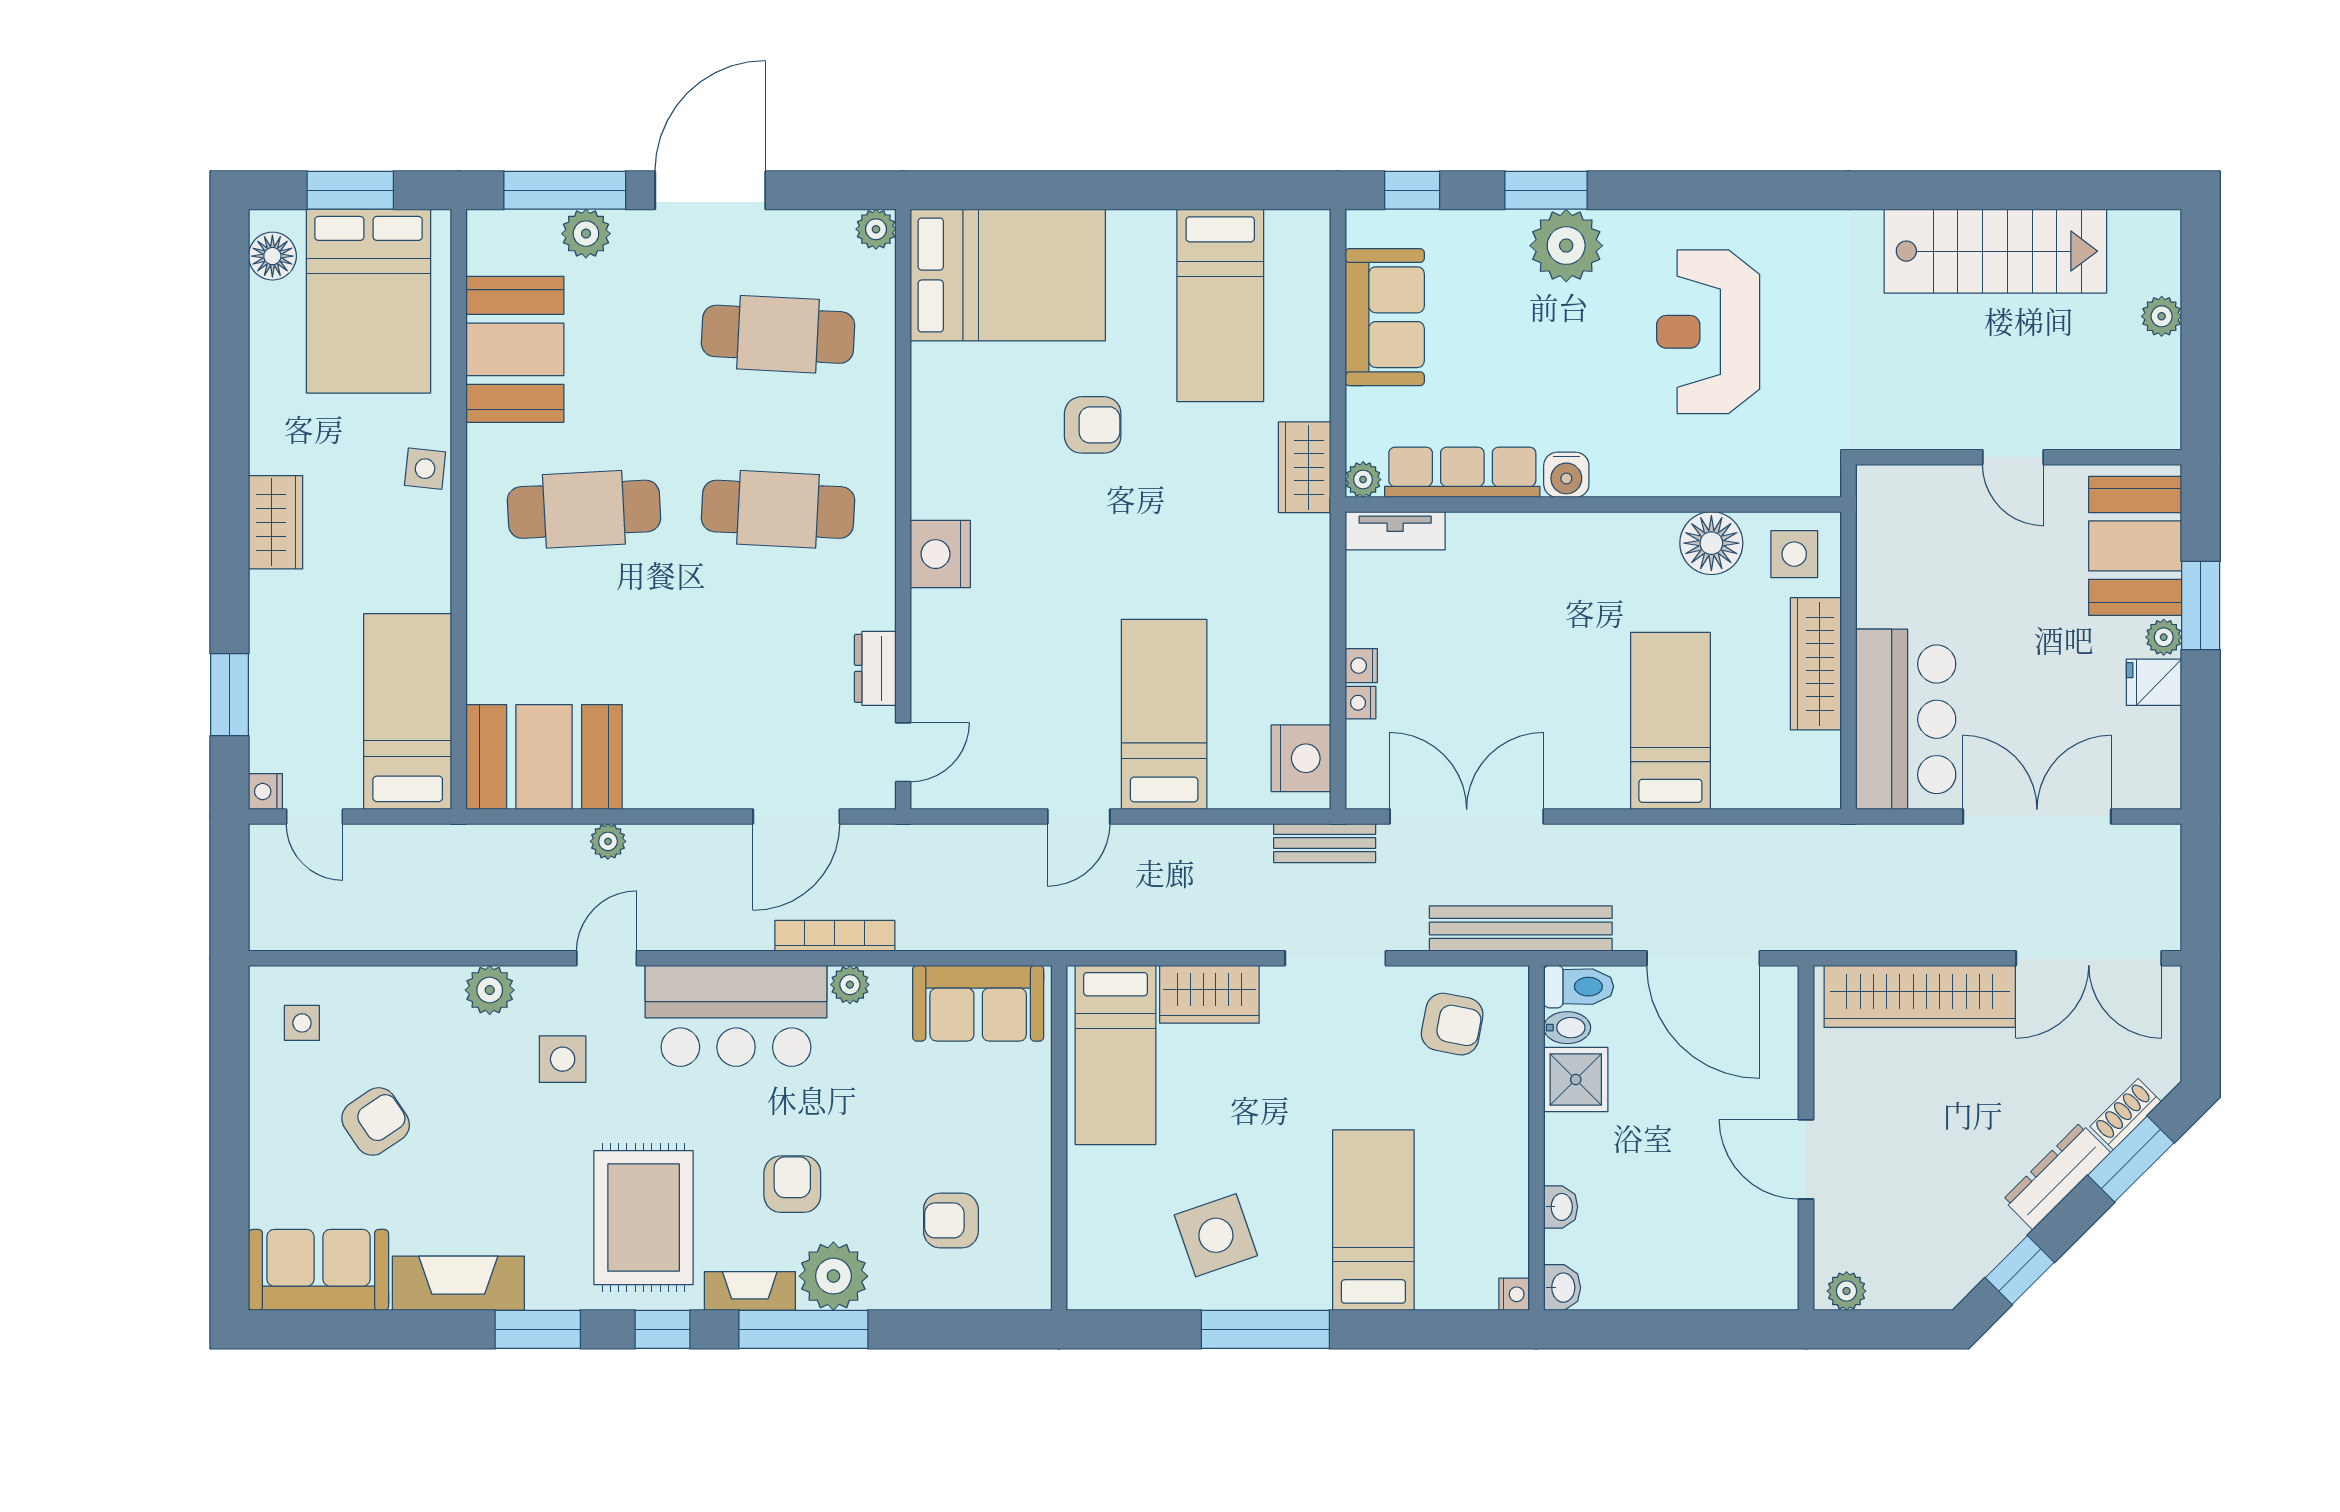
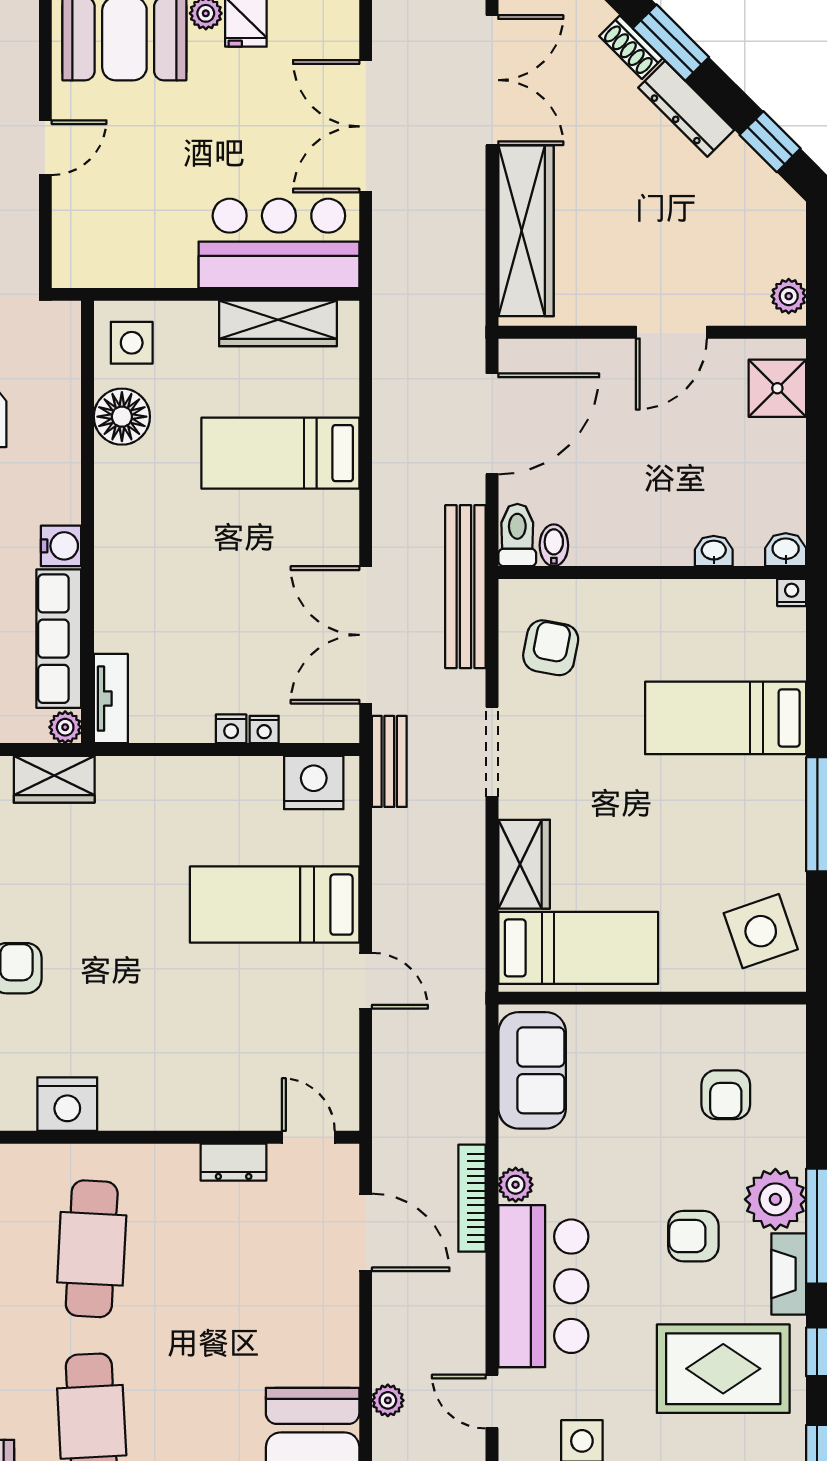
nightstand: (940, 554) -> (67, 1104), moved
wardrobe: (1816, 664) -> (278, 323), moved
shower: (1576, 1080) -> (777, 388), moved
side table: (1216, 1235) -> (761, 931), moved

